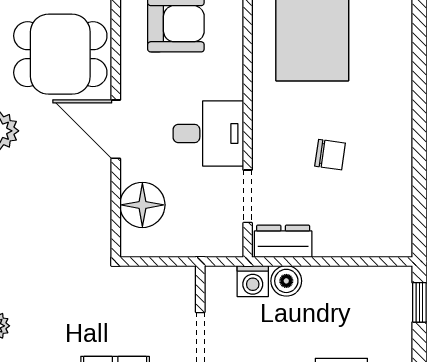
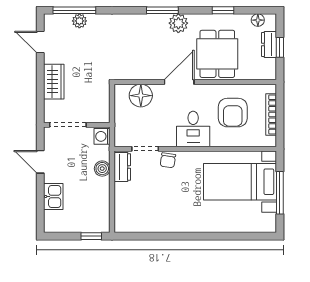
desk: (208, 134) -> (193, 129), moved
chair: (330, 155) -> (168, 160), moved
washing machine: (253, 281) -> (102, 136), moved

